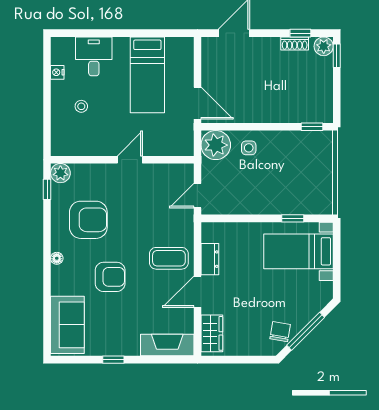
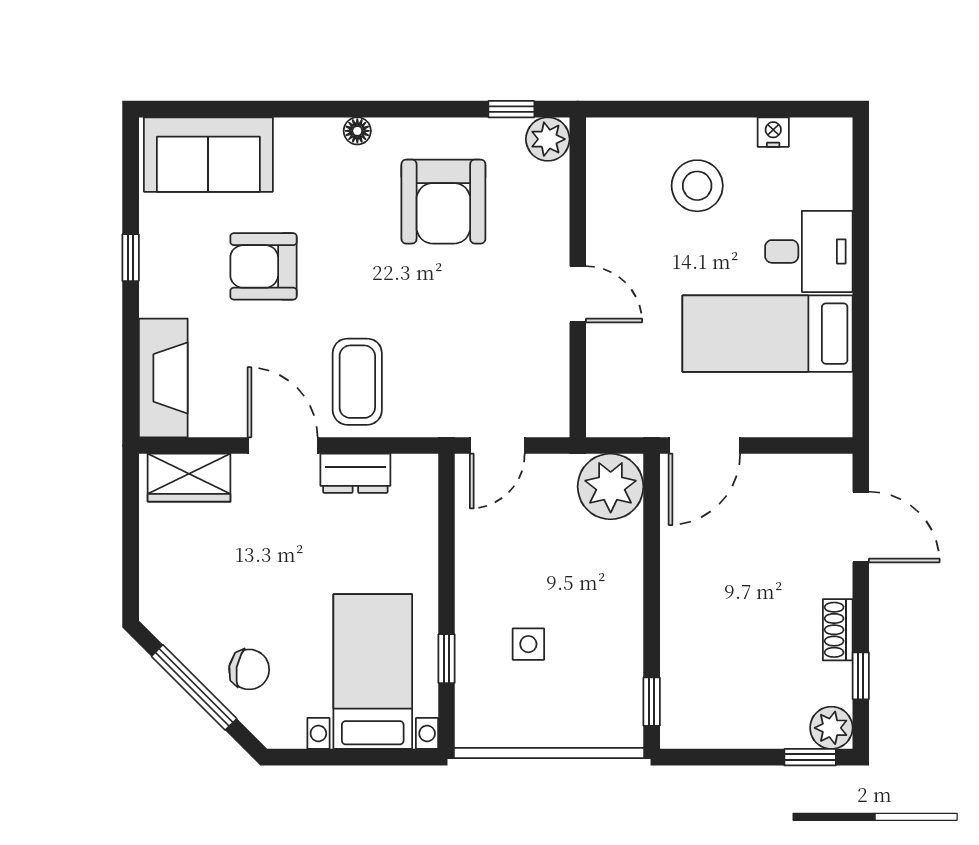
shoe rack: (295, 43) -> (838, 630), moved
desk: (94, 56) -> (809, 251), moved
stool: (81, 106) -> (697, 186), width x1.89, depth x1.89
side table: (249, 148) -> (528, 644), moved
door: (197, 196) -> (497, 445), swing flipped
armchair: (110, 277) -> (264, 266), moved, turned 90
chair: (280, 332) -> (249, 669), moved

